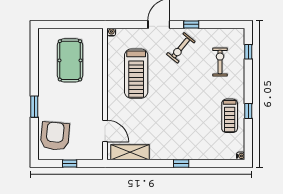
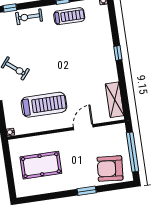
exercise bike: (220, 62) -> (29, 17), moved
door: (105, 131) -> (83, 127), moved
window: (70, 164) -> (133, 152), width x3.17

